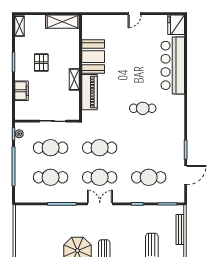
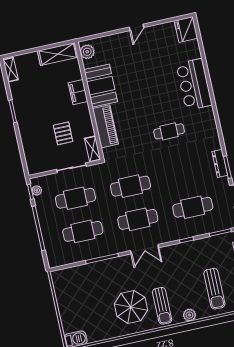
plant: (88, 25) -> (87, 52), added
pallet: (41, 63) -> (63, 133), moved
bar counter: (173, 65) -> (194, 84), width x0.73
shelving: (74, 79) -> (93, 149), moved
filing cabinet: (21, 91) -> (78, 92), moved, turned 180
dresser: (180, 145) -> (220, 163), added
double door: (100, 204) -> (145, 249), swing flipped

